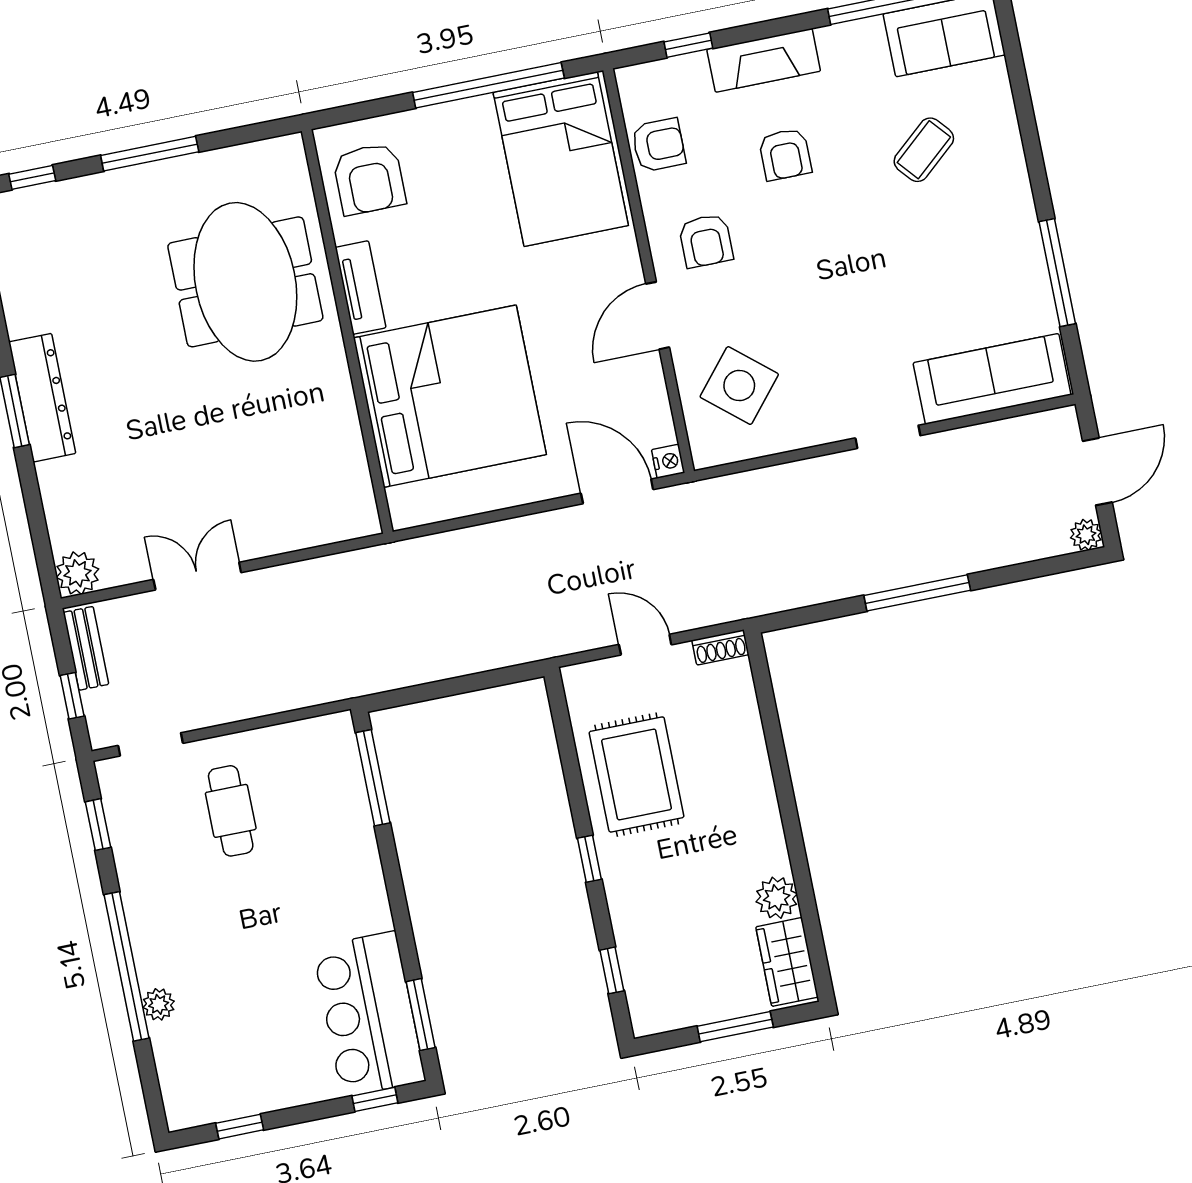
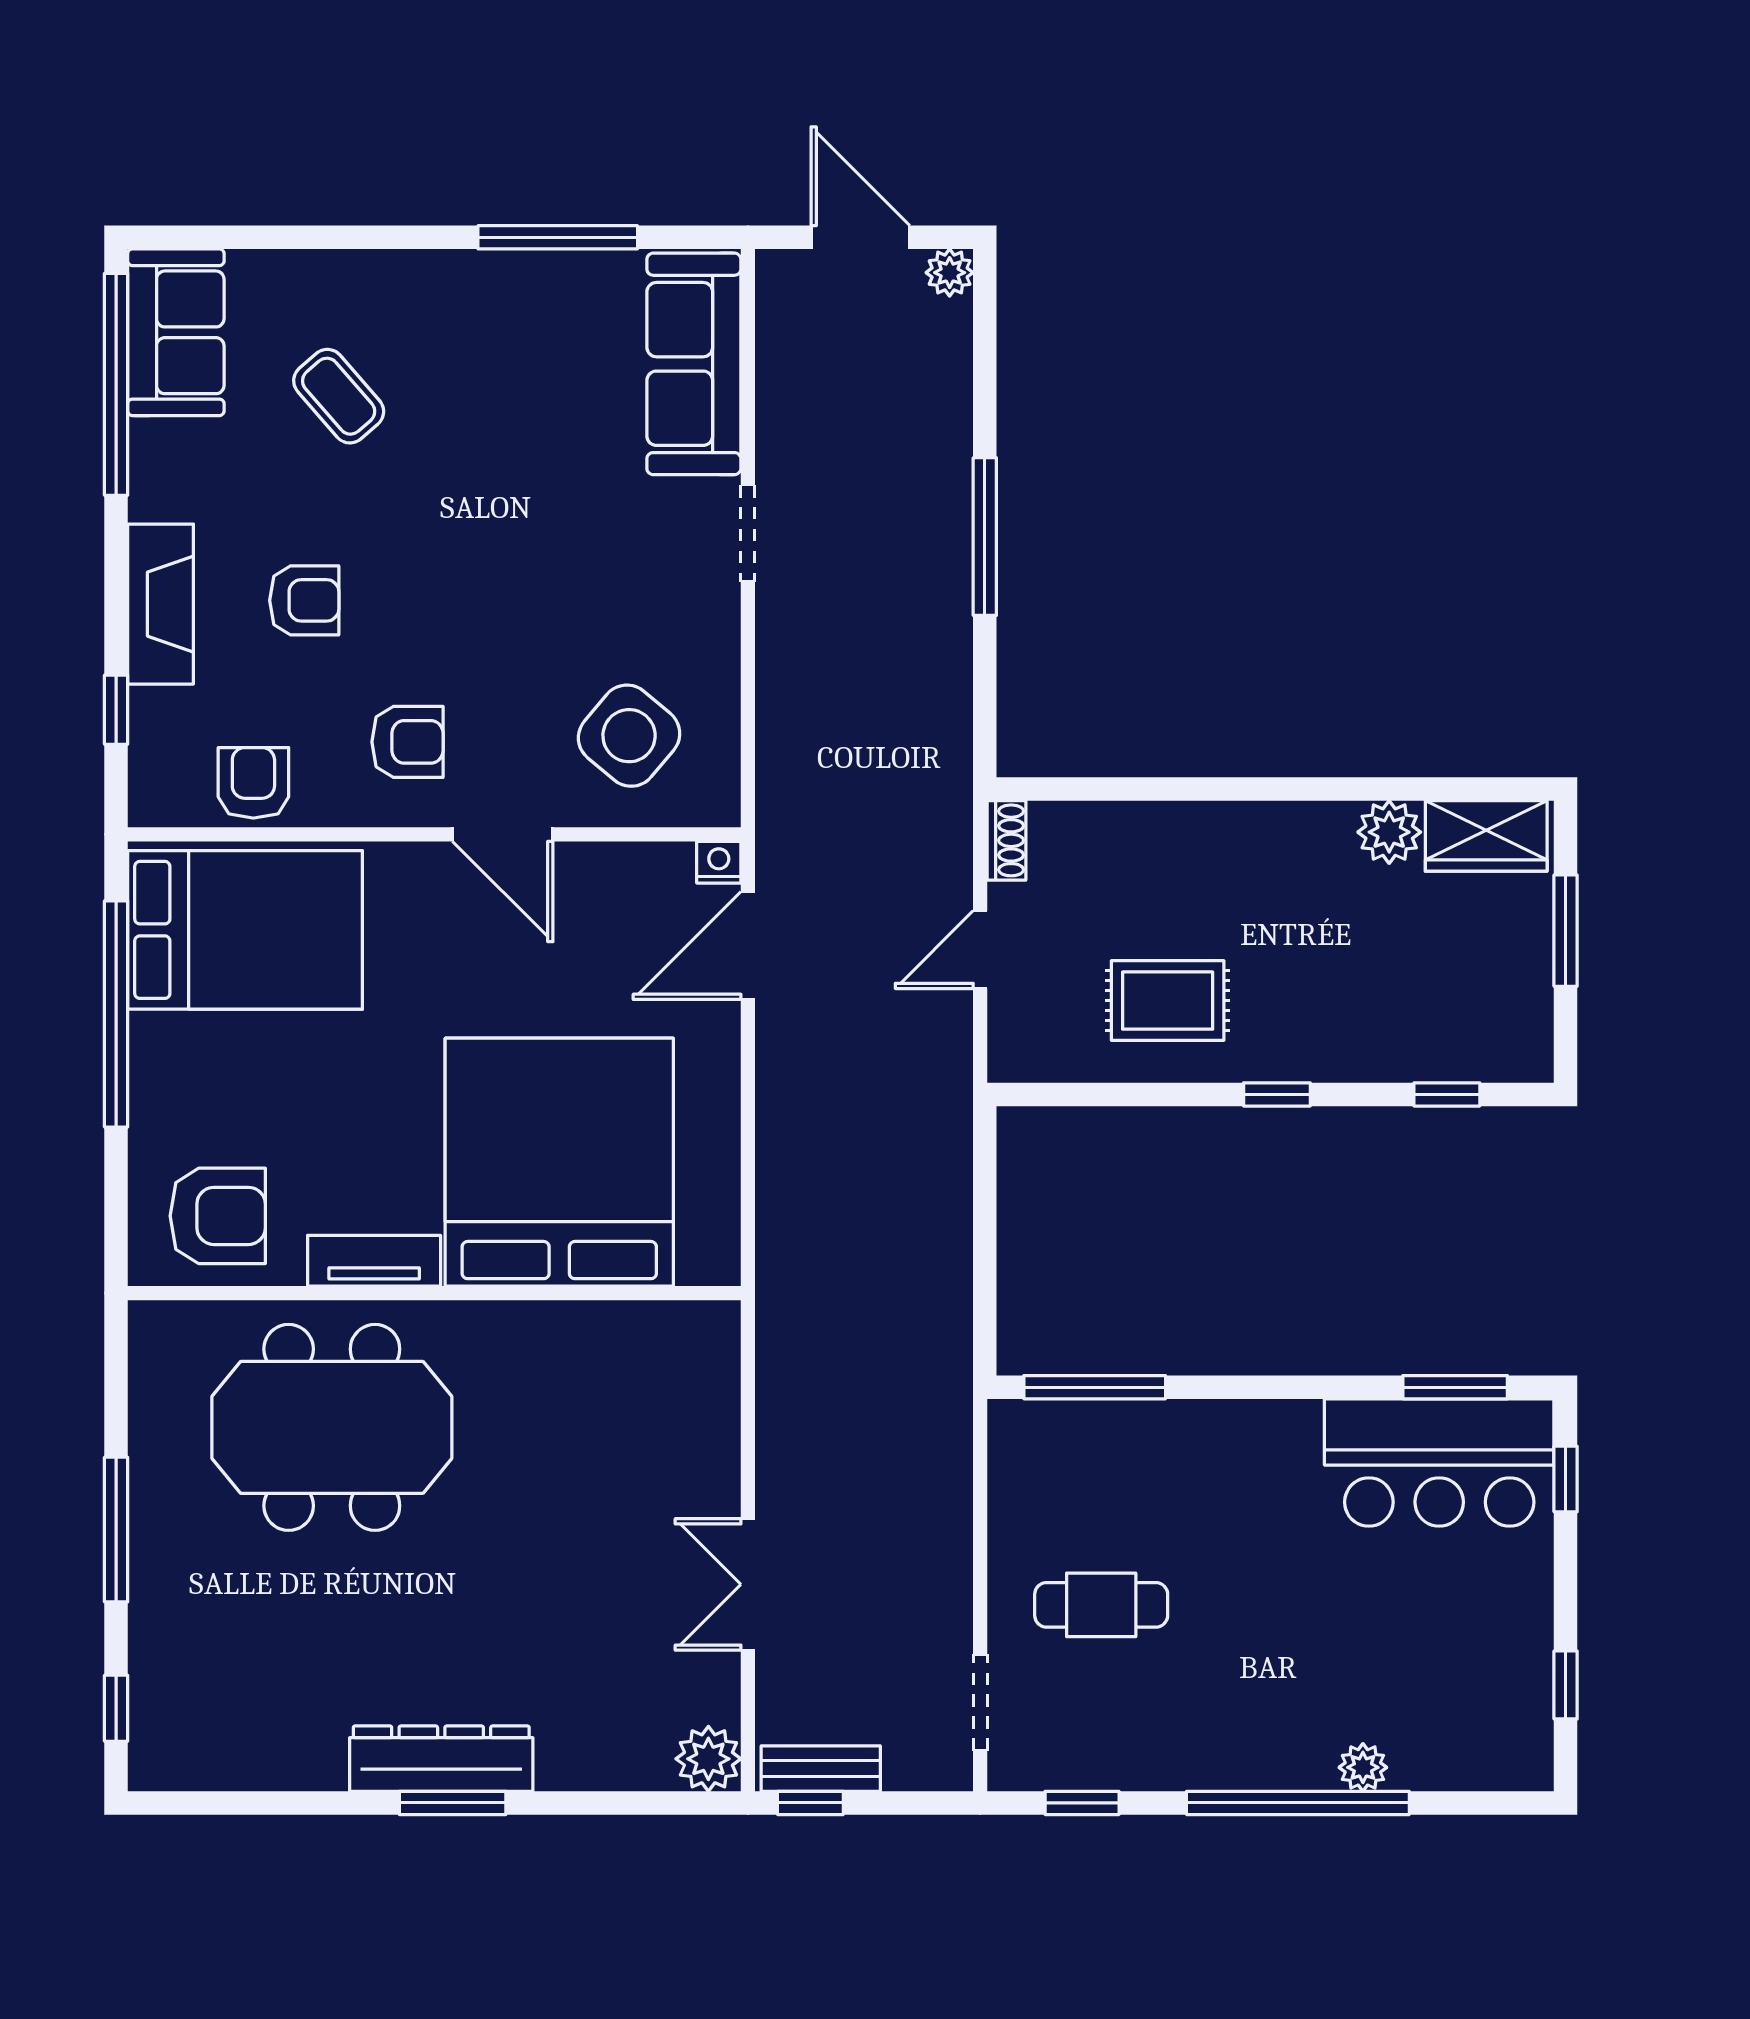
window: (72, 696) -> (810, 1803), moved
rug: (637, 774) -> (1168, 1001), width x0.73, depth x0.70

